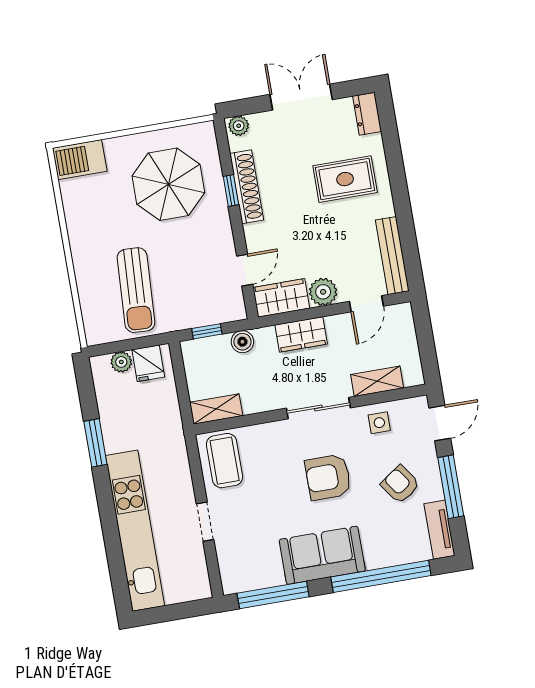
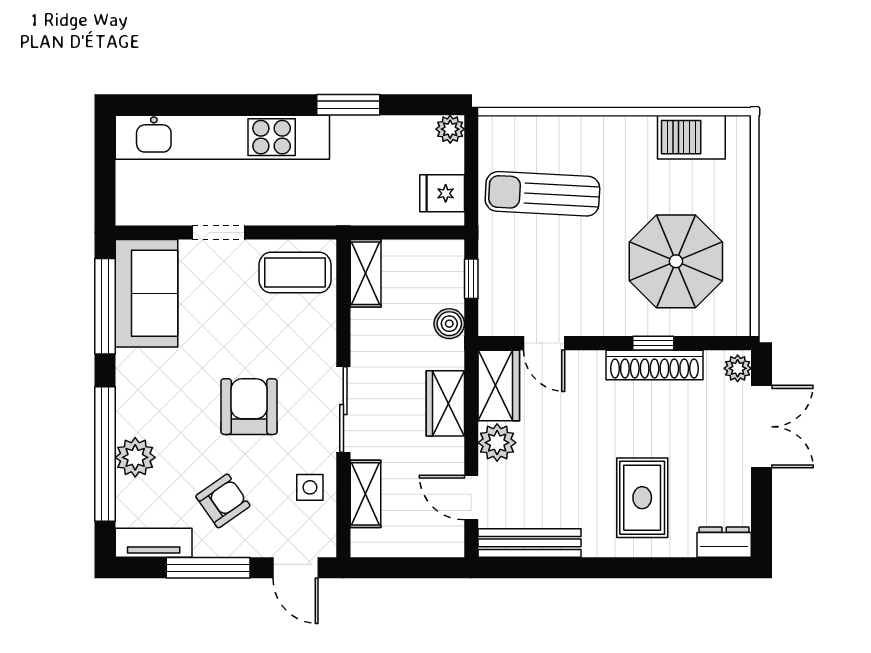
double door: (301, 97) -> (762, 427), moved
barbecue: (80, 160) -> (691, 137), moved, turned -90
plant: (121, 362) -> (450, 129), moved
plant: (379, 554) -> (135, 457), added
sofa: (322, 555) -> (146, 293), moved

